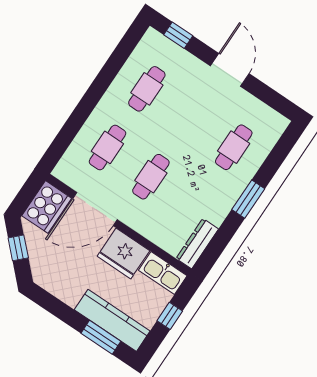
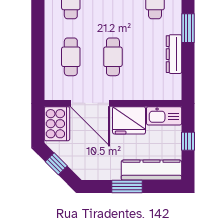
door: (95, 209) -> (90, 103), hinge flipped
dresser: (197, 244) -> (174, 54), moved
window: (101, 337) -> (127, 186), moved

